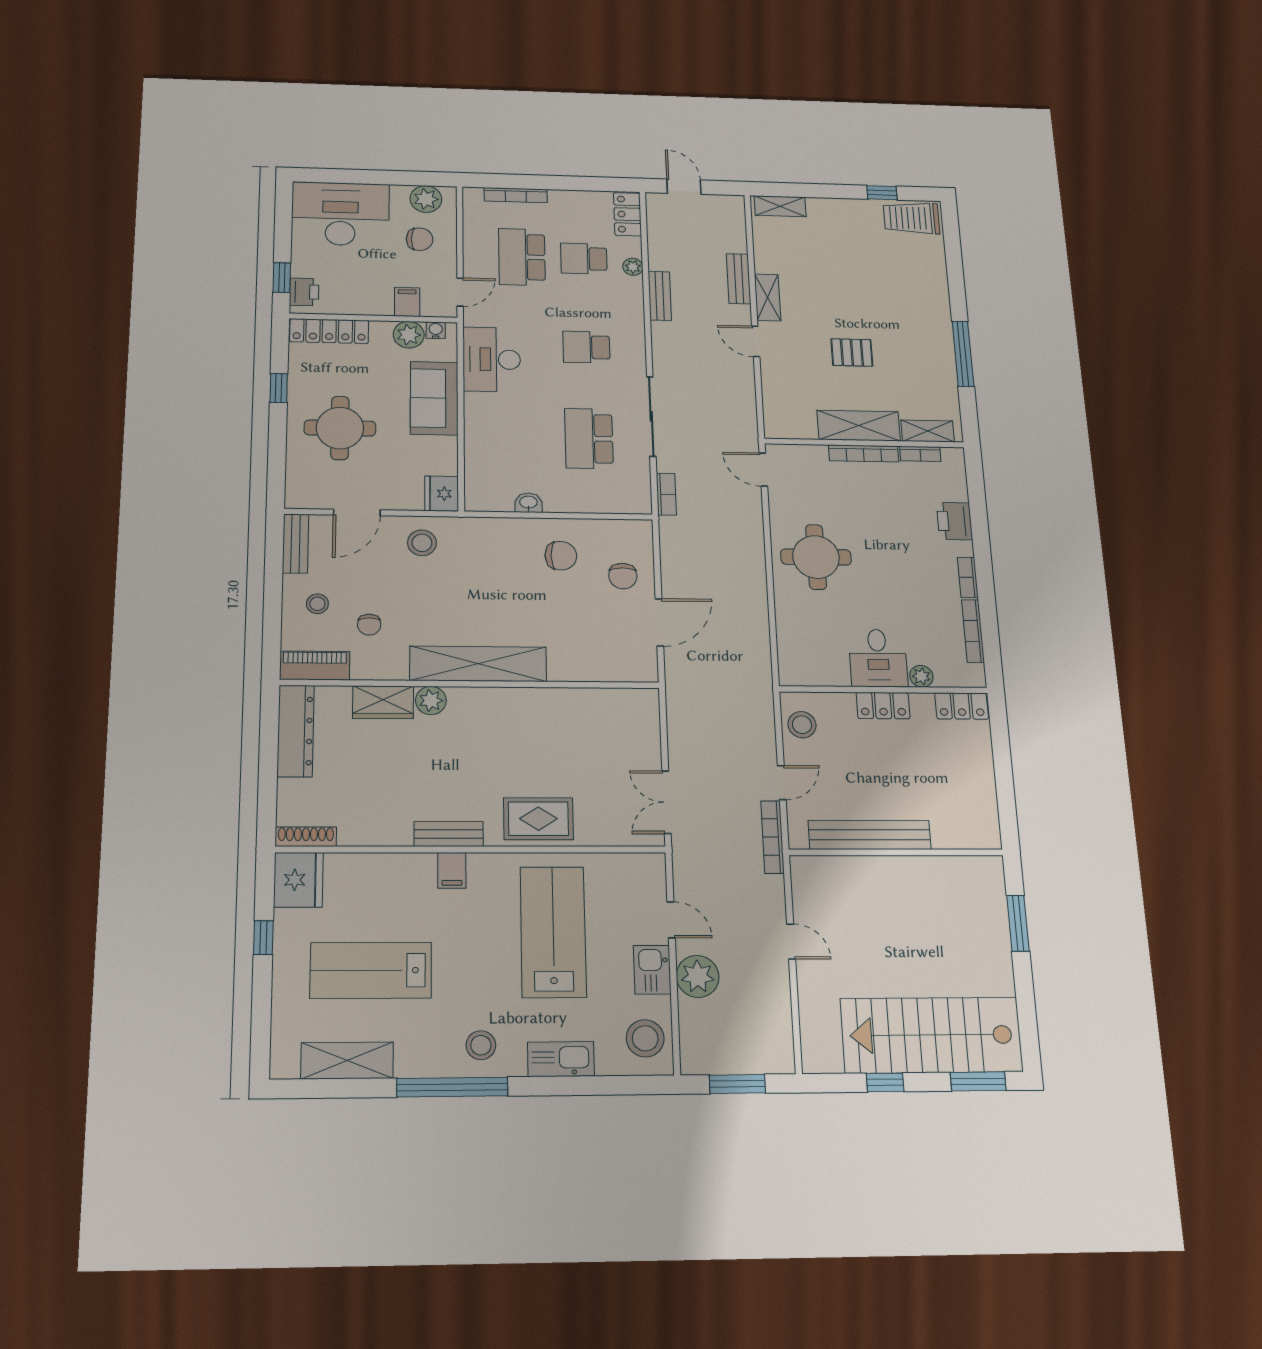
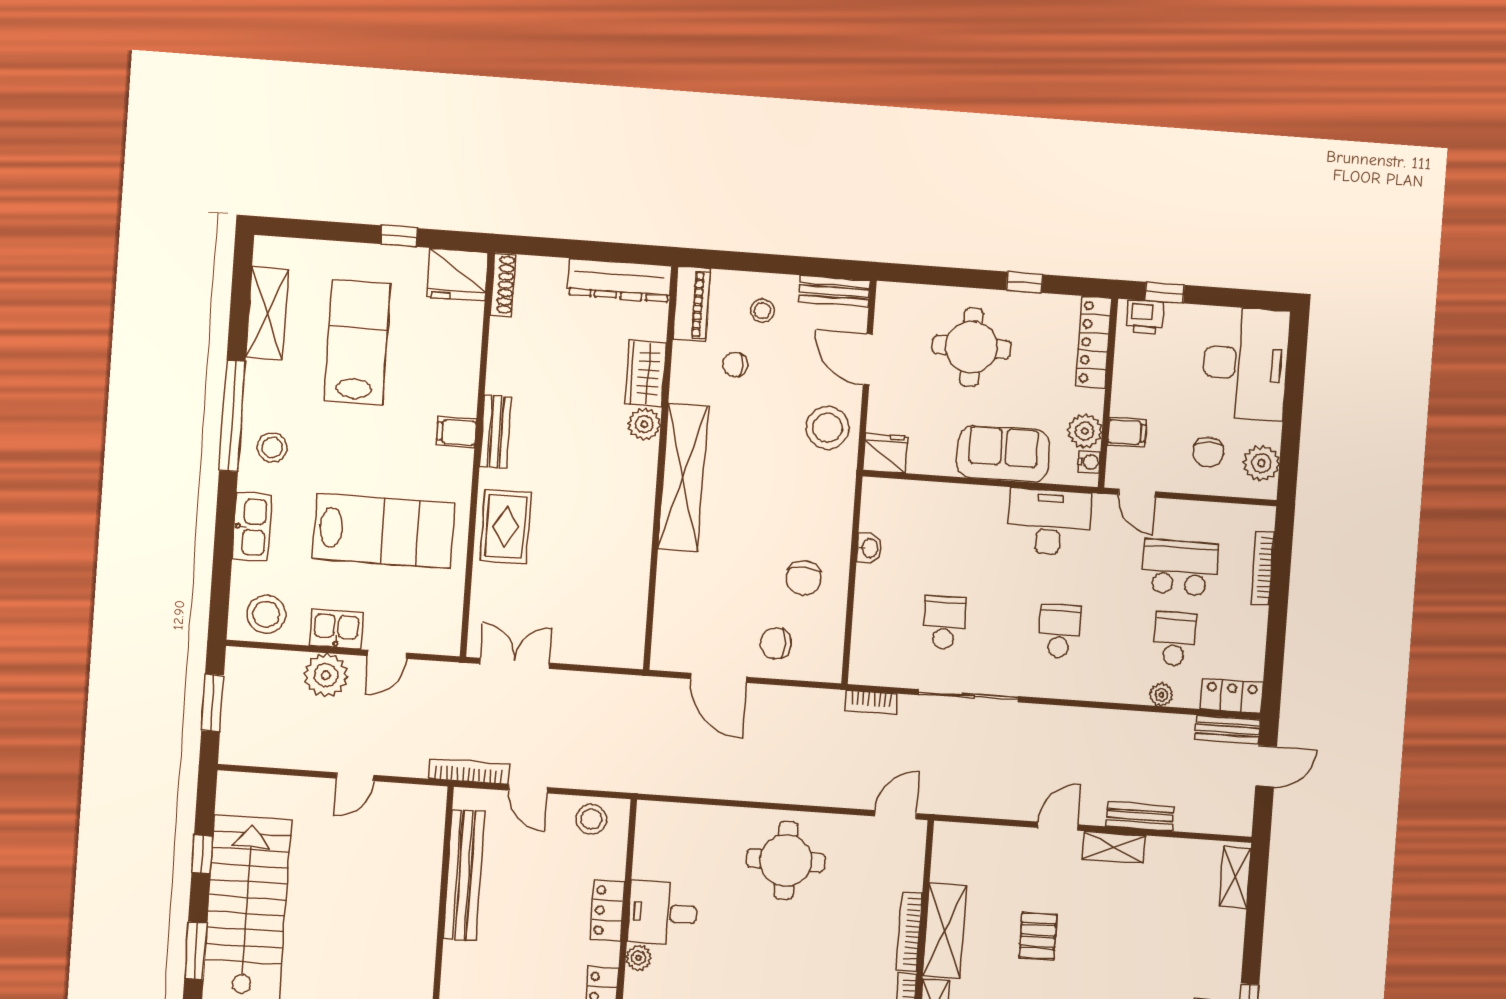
bench: (660, 296) -> (1228, 729), moved
school desk: (589, 439) -> (944, 623), width x0.54
stool: (422, 543) -> (828, 428), width x1.38, depth x1.38

